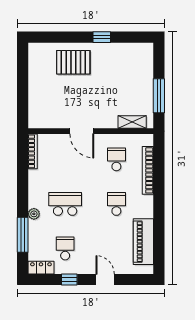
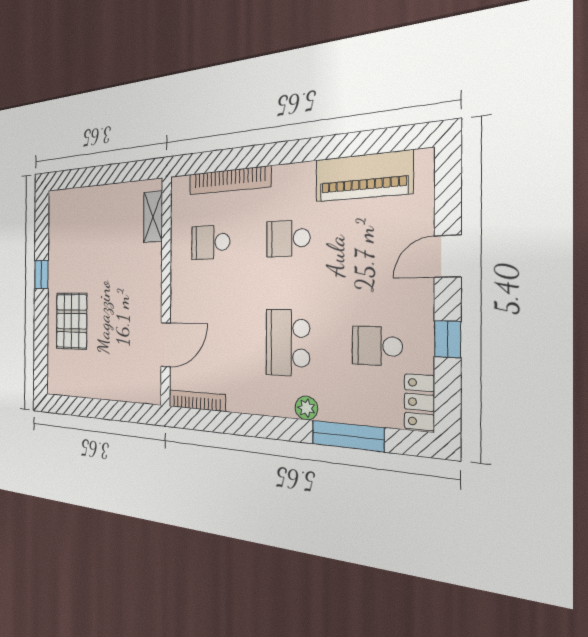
window: (159, 96) -> (116, 173), removed
door: (82, 131) -> (166, 345), moved

